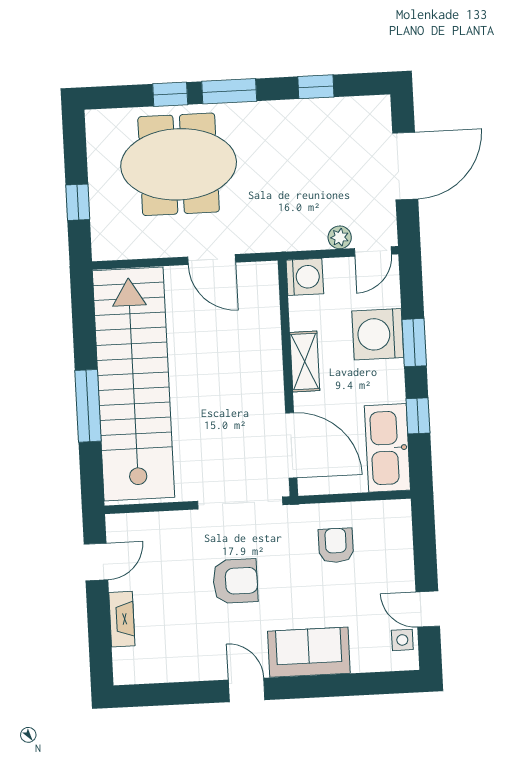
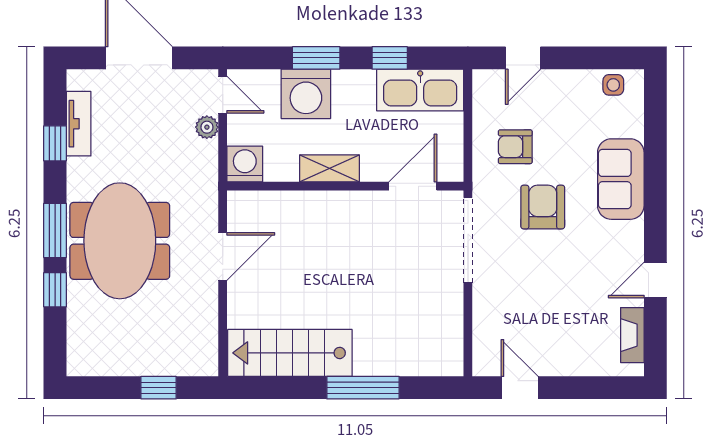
tv unit: (337, 109) -> (79, 124), added
meeting table: (179, 164) -> (120, 241), moved
stairs: (134, 384) -> (290, 353), width x0.54, depth x0.66
door: (291, 445) -> (413, 186), width x0.73
armchair: (235, 581) -> (543, 207), moved
door: (428, 609) -> (523, 58), moved
fireplace: (122, 619) -> (632, 335), moved, turned -90
door: (247, 690) -> (655, 280), moved

